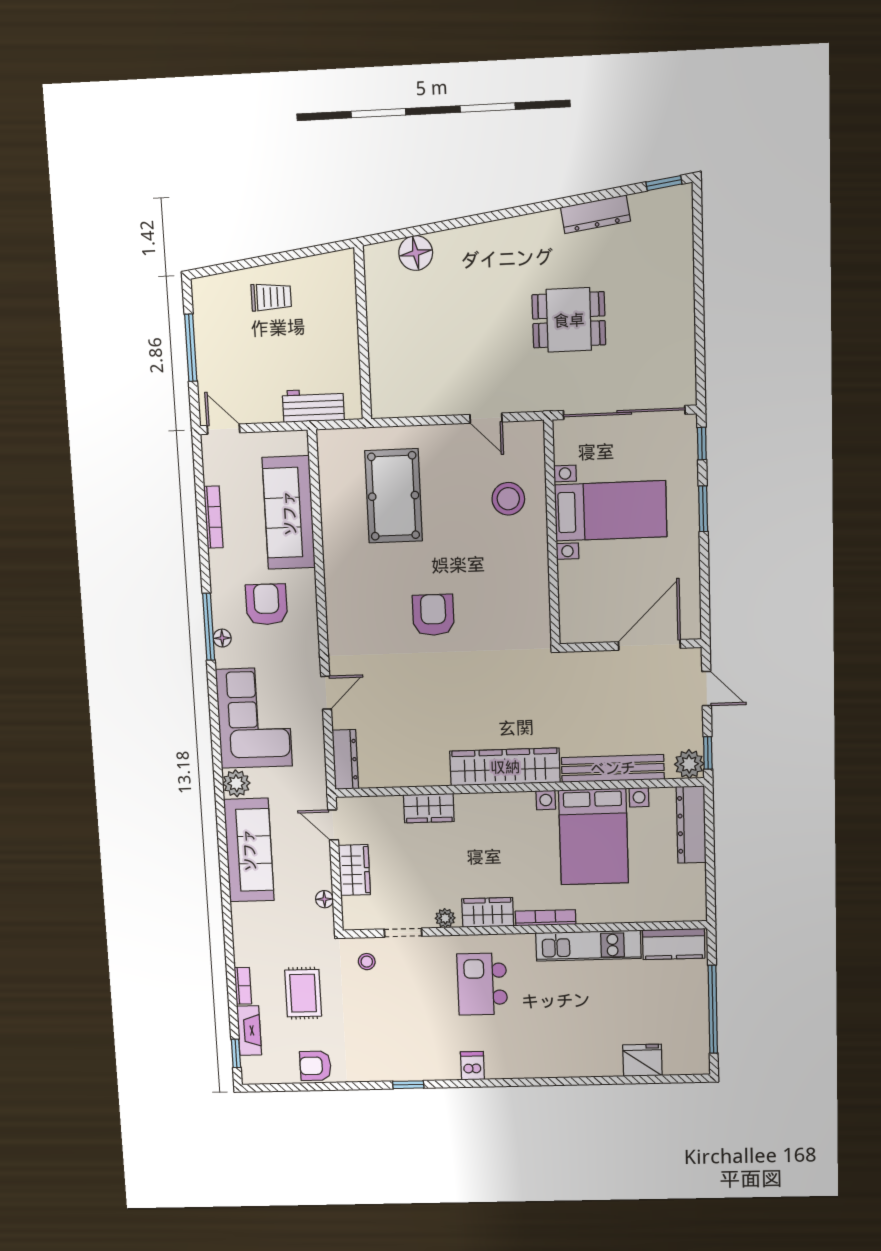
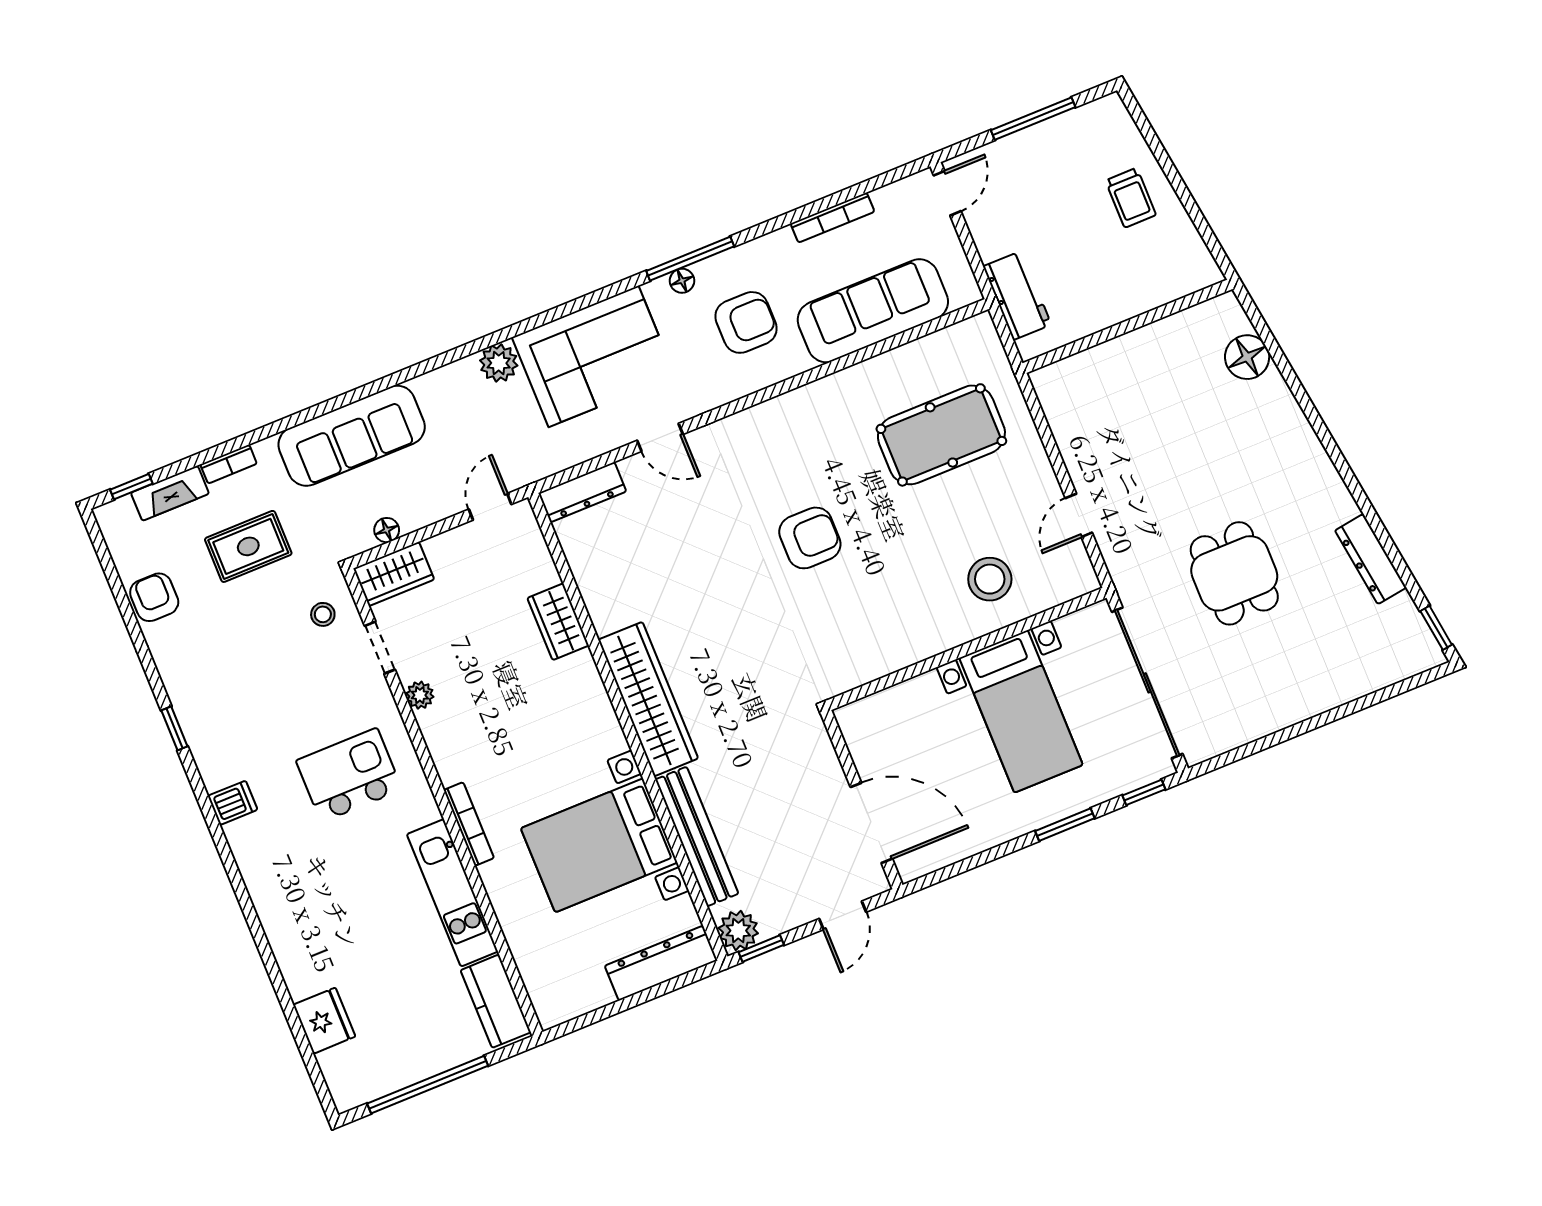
sofa: (249, 850) -> (352, 436), moved
wardrobe: (354, 870) -> (394, 574), moved
wardrobe: (488, 912) -> (448, 747), removed

